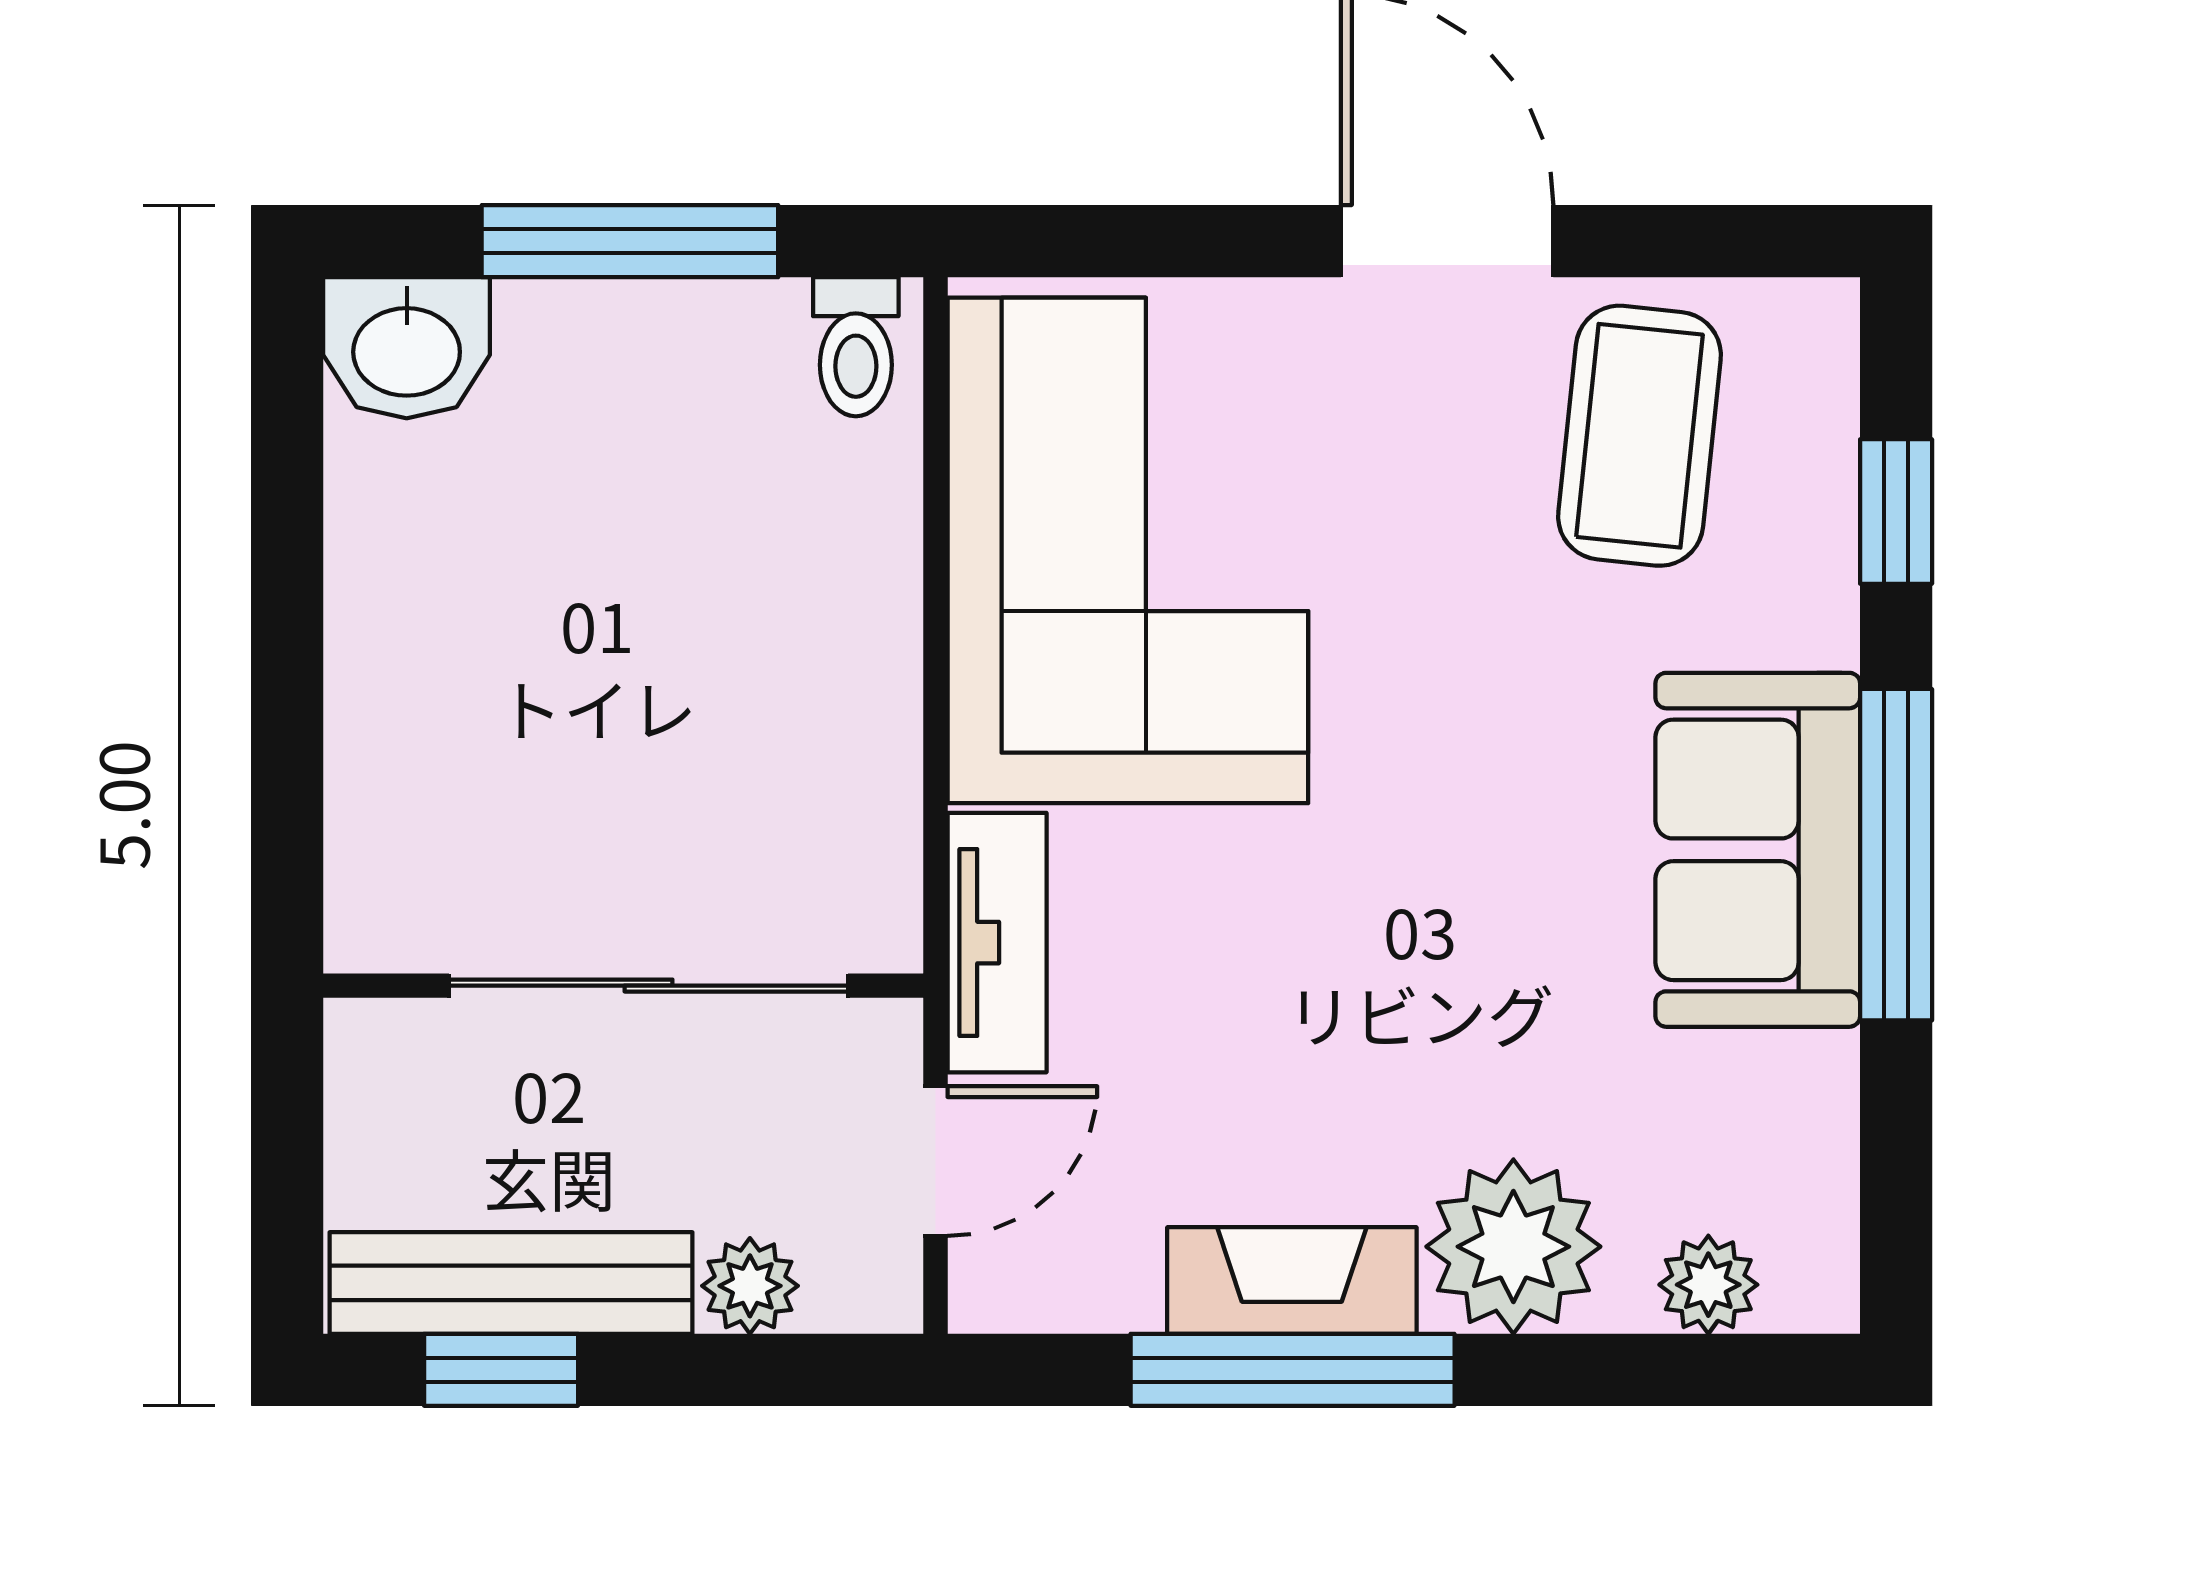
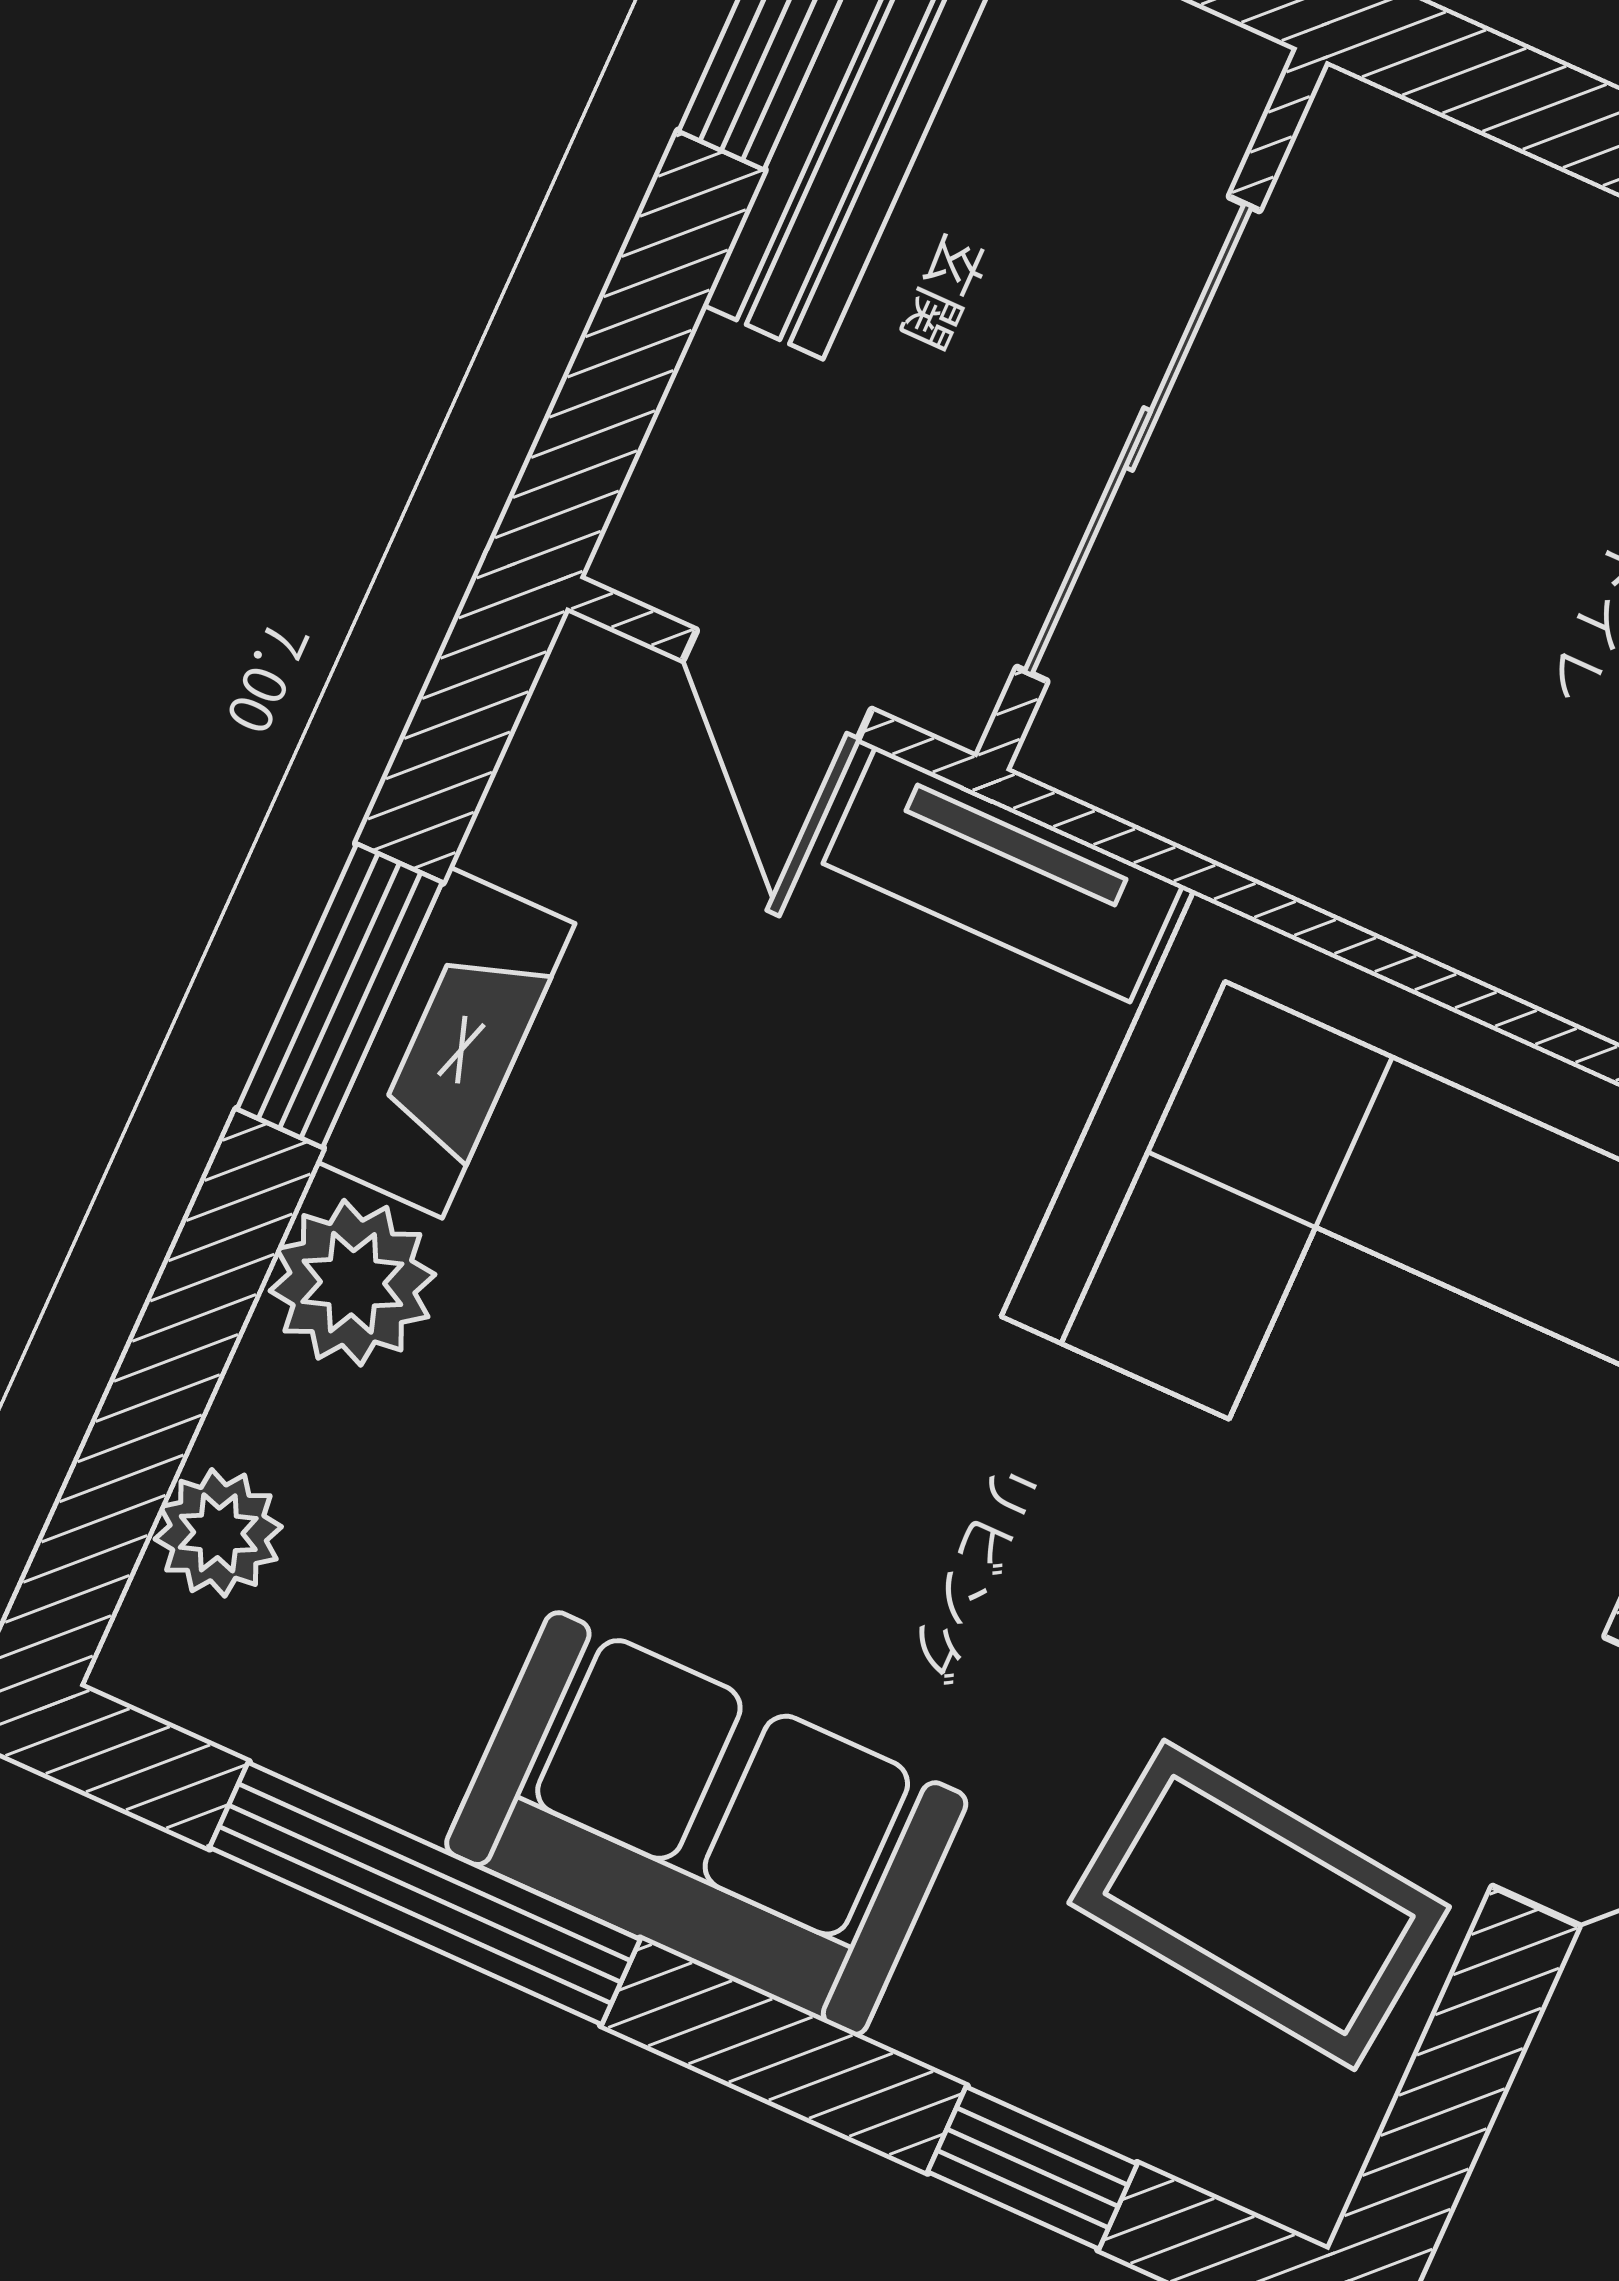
window: (1896, 855) -> (425, 1894), moved
plant: (1513, 1247) -> (352, 1283), width x0.73, depth x0.73
plant: (750, 1286) -> (729, 399), removed
window: (1293, 1370) -> (340, 996), width x0.69

